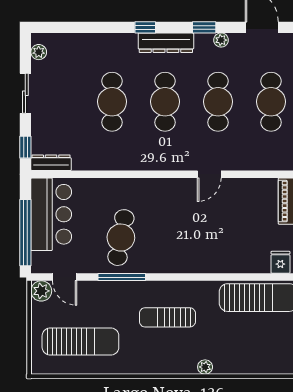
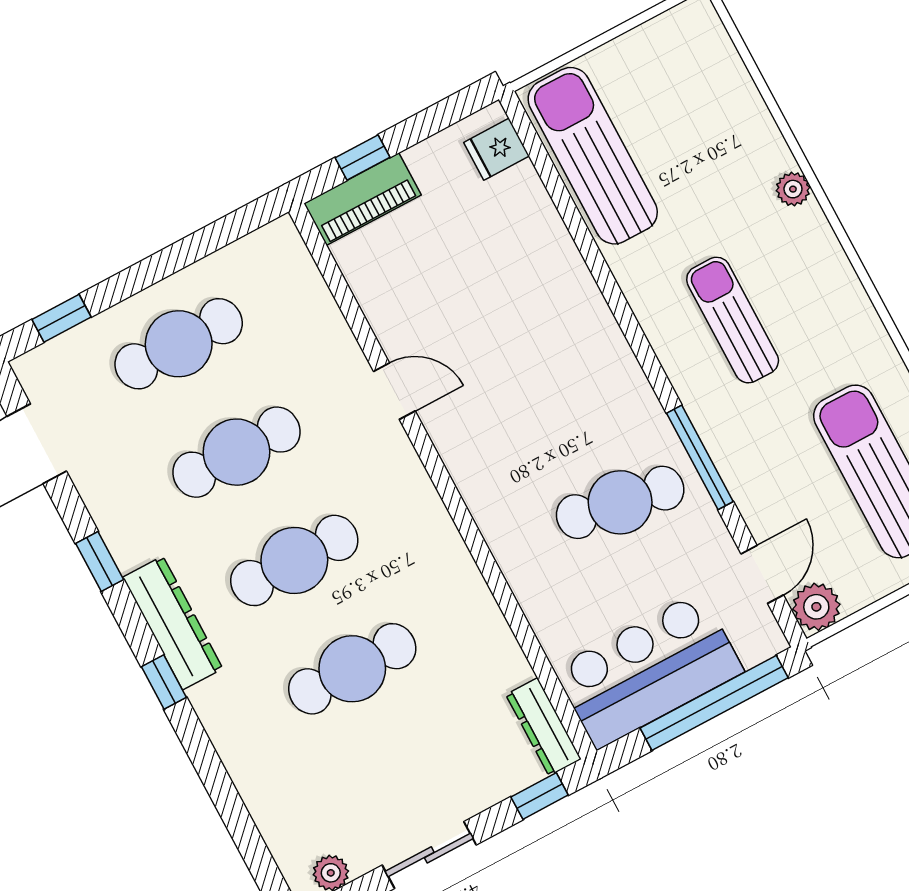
plant: (221, 40) -> (107, 513), removed
sun lounger: (167, 317) -> (733, 320), turned 180

